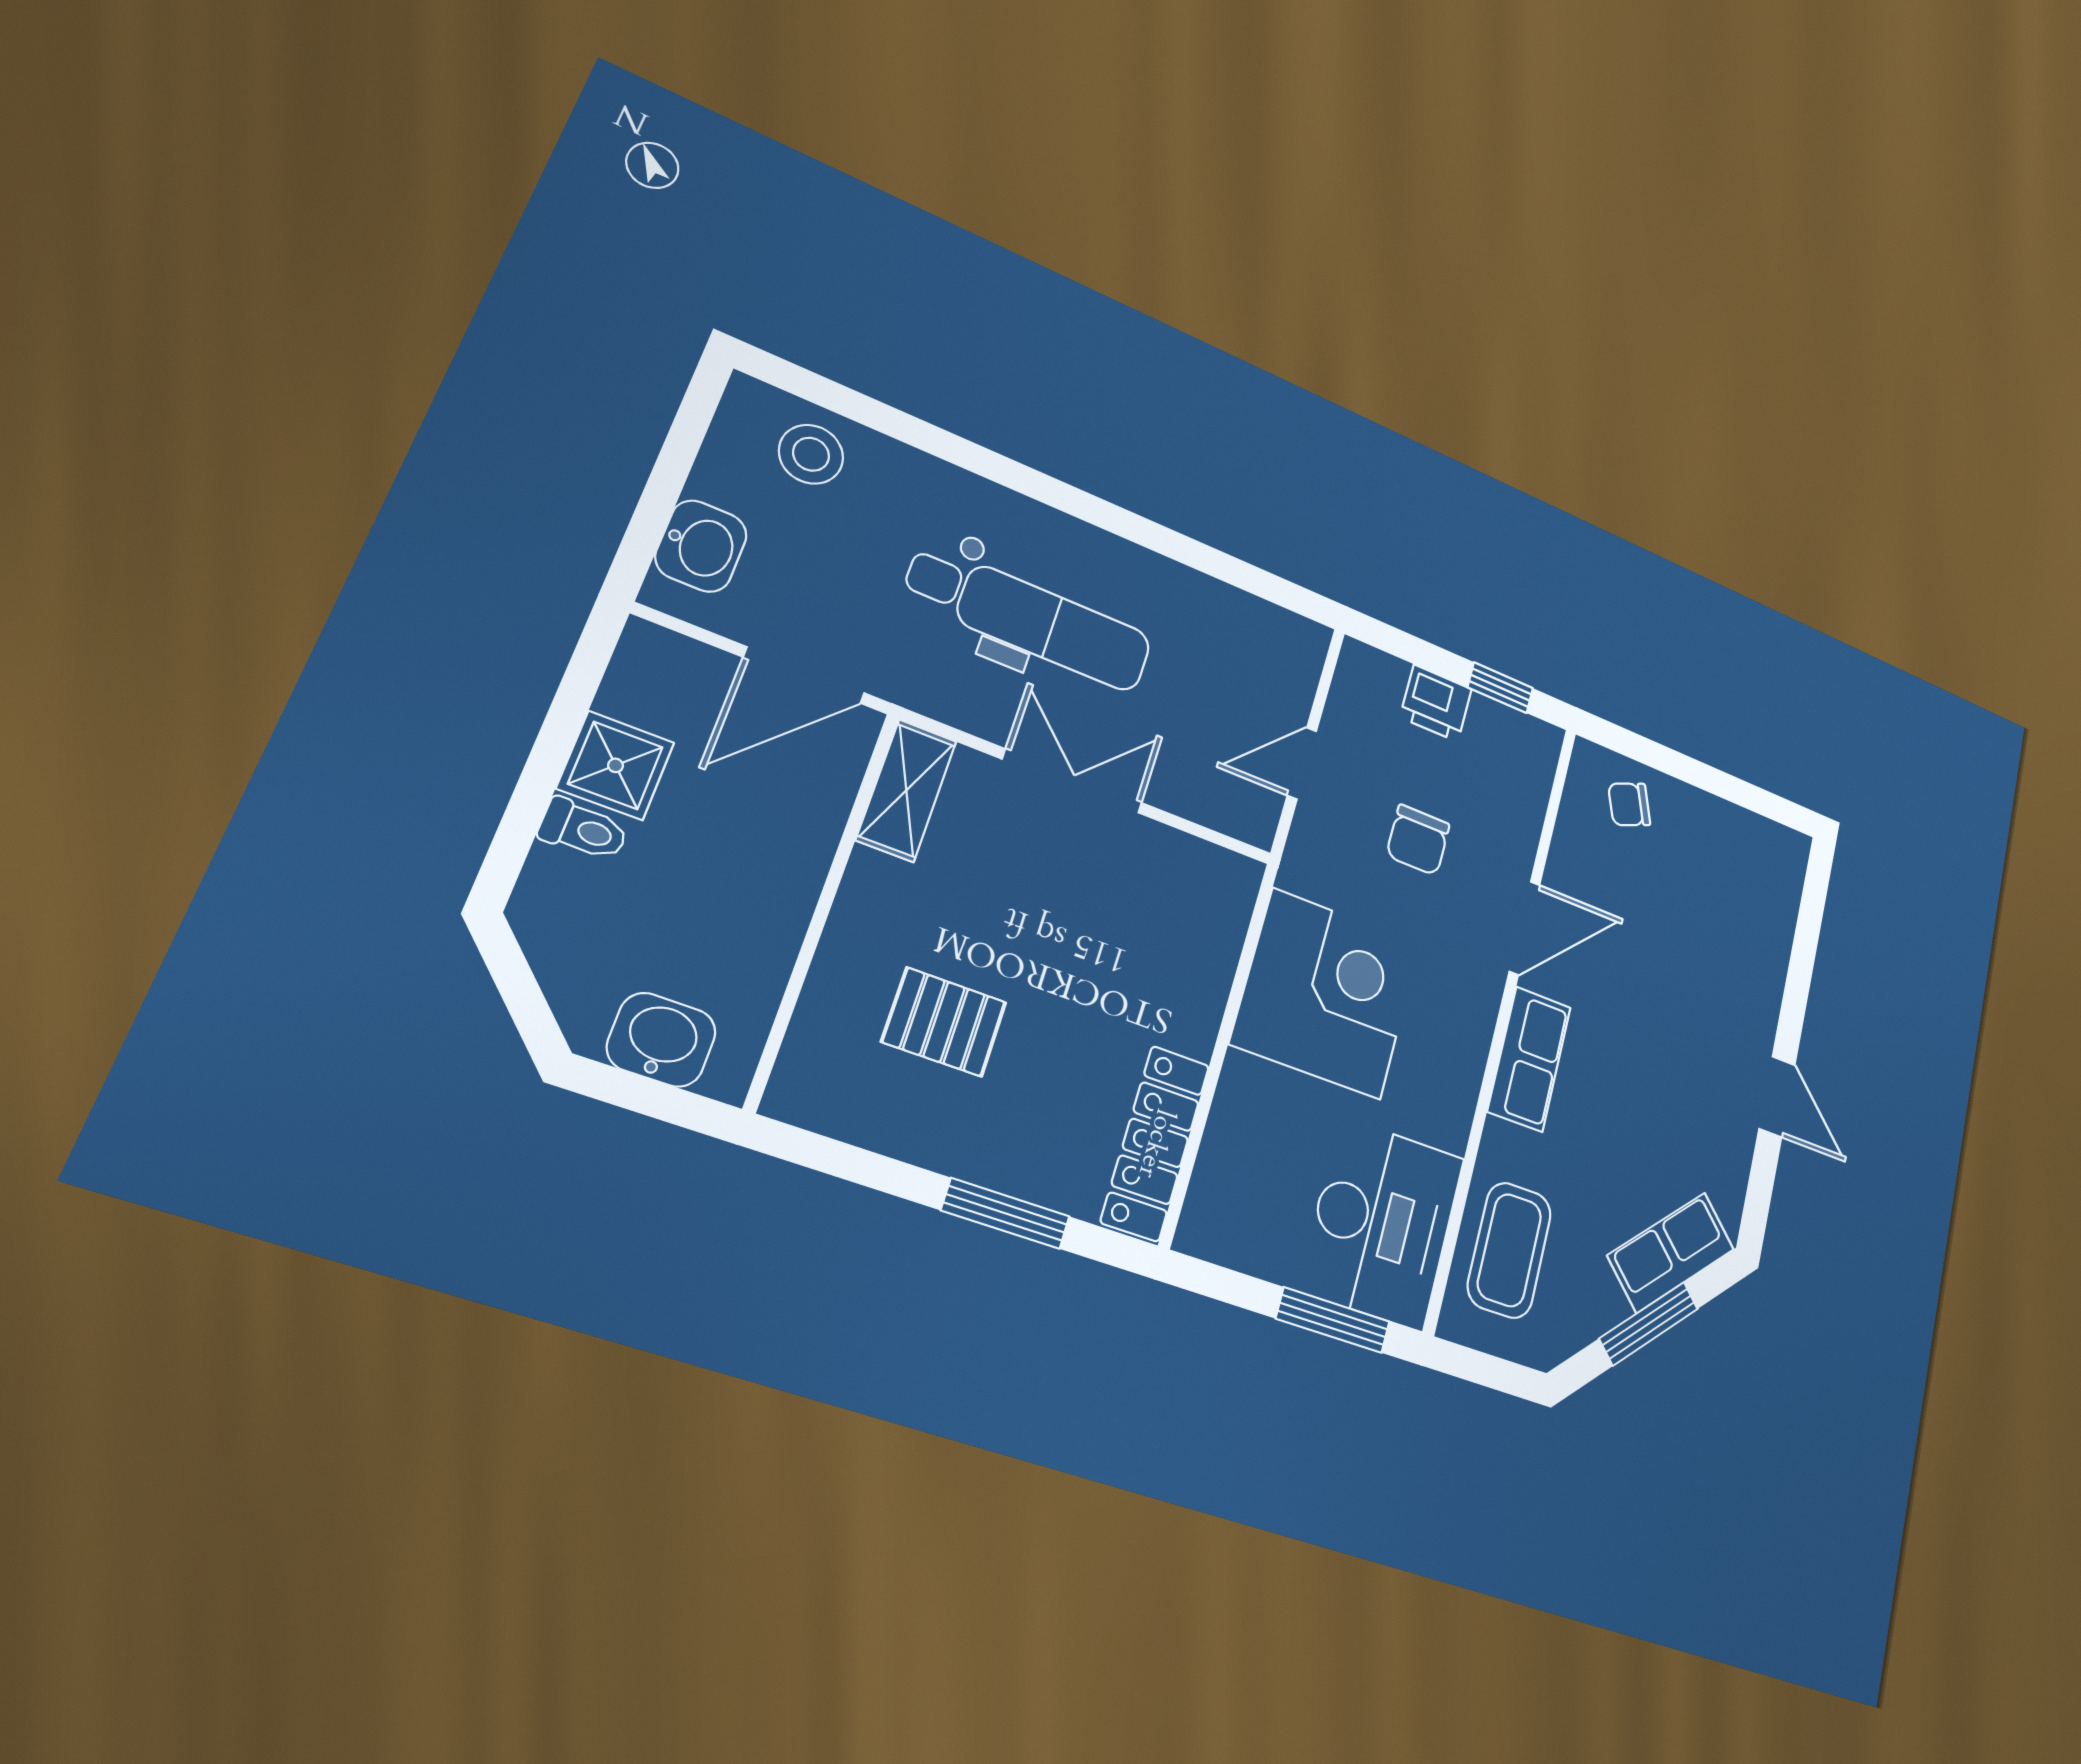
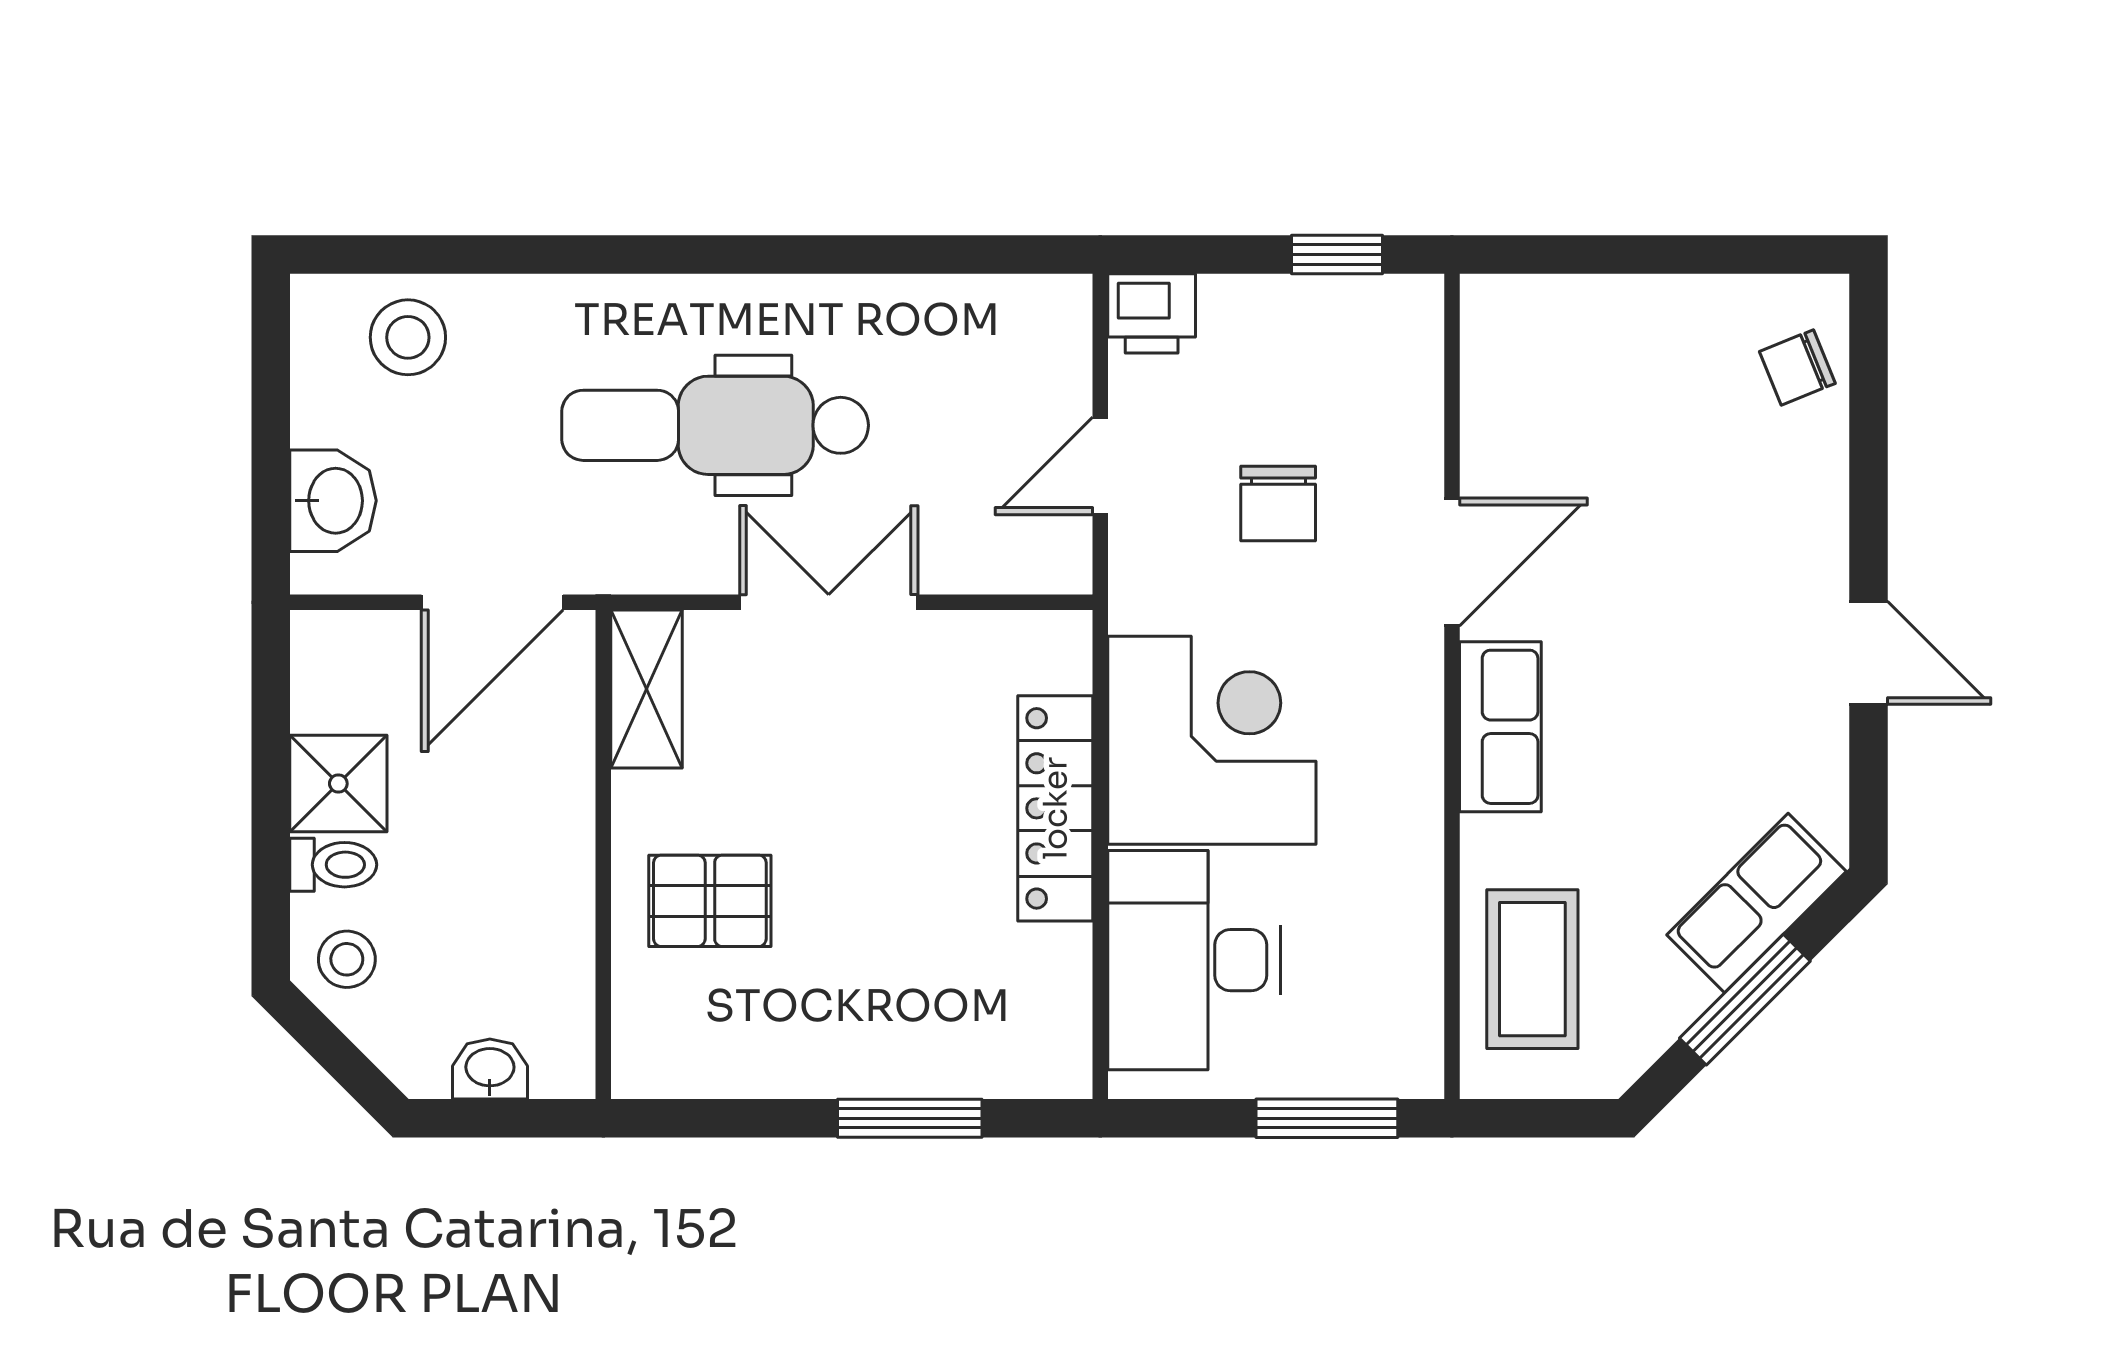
dental chair: (1029, 618) -> (715, 425), turned 180
printer: (1436, 703) -> (1152, 313), moved
chair: (1629, 804) -> (1797, 367), moved
stool: (563, 913) -> (347, 959), added
pallet: (944, 1022) -> (710, 901), moved
washbasin: (661, 1040) -> (490, 1069), width x0.72, depth x0.69
locker: (1155, 1143) -> (1055, 808), moved
desk: (1382, 1223) -> (1194, 960), moved, turned 180

